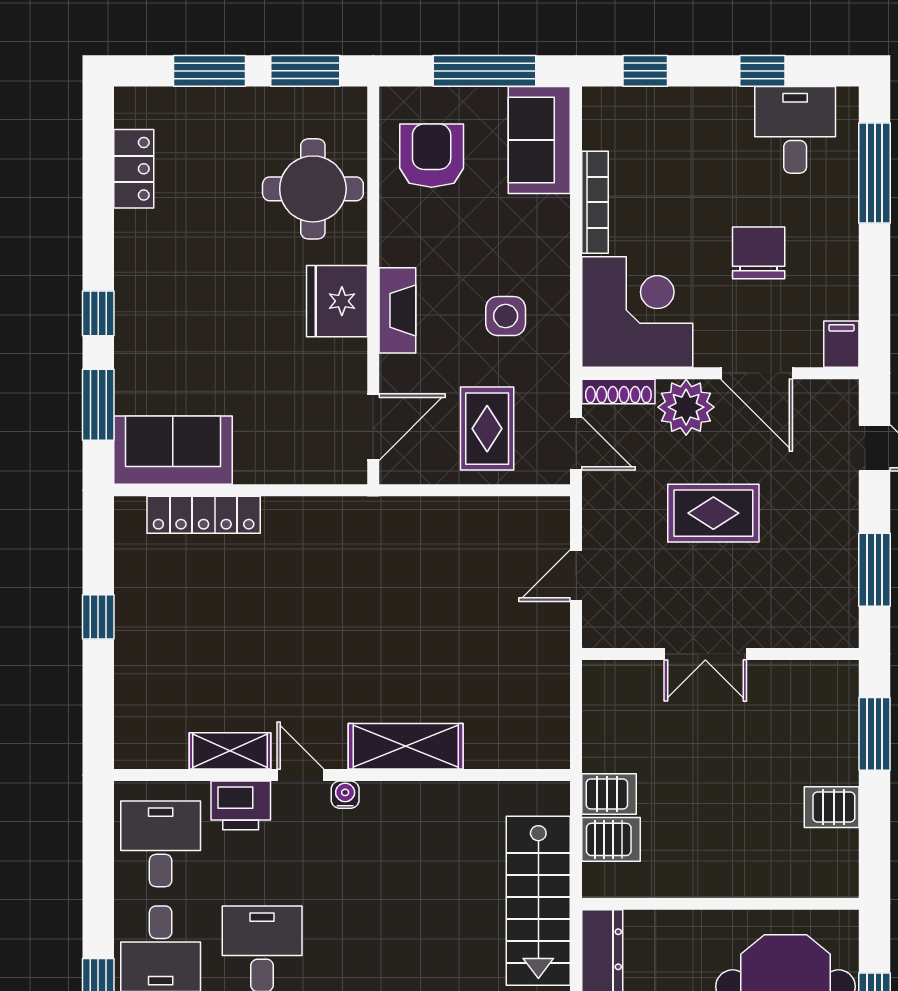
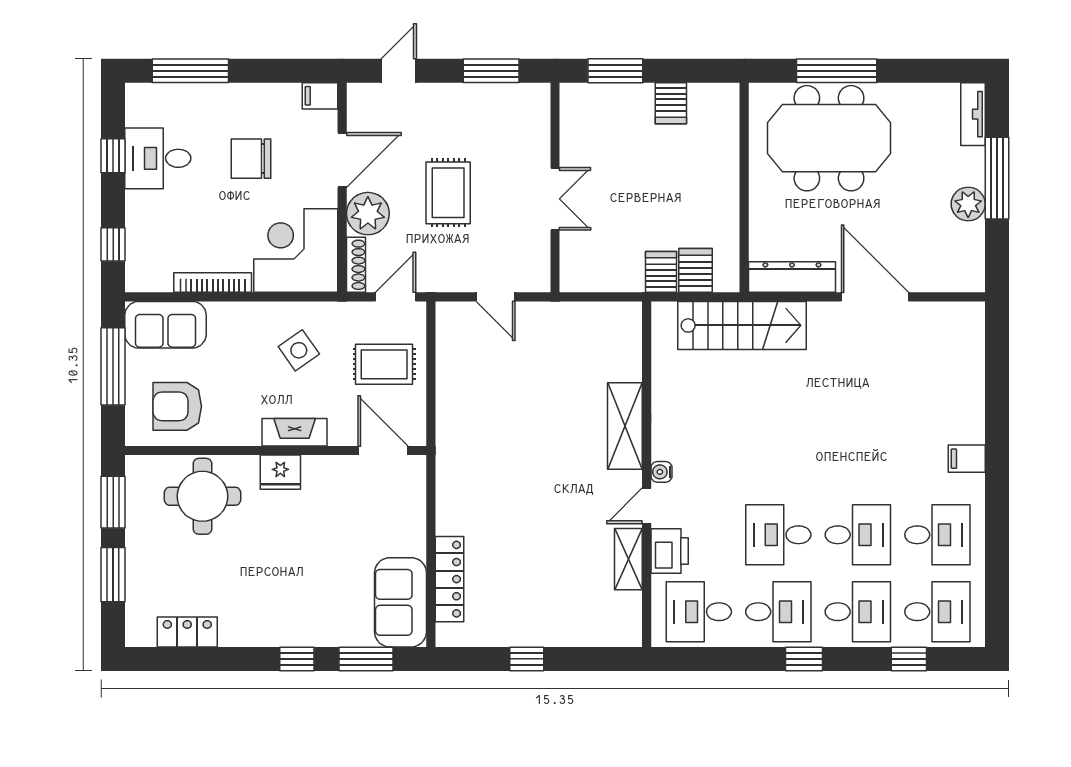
desk: (795, 130) -> (158, 158), moved
fridge: (337, 301) -> (280, 472), width x0.73, depth x0.75
side table: (506, 316) -> (299, 350), turned -35

